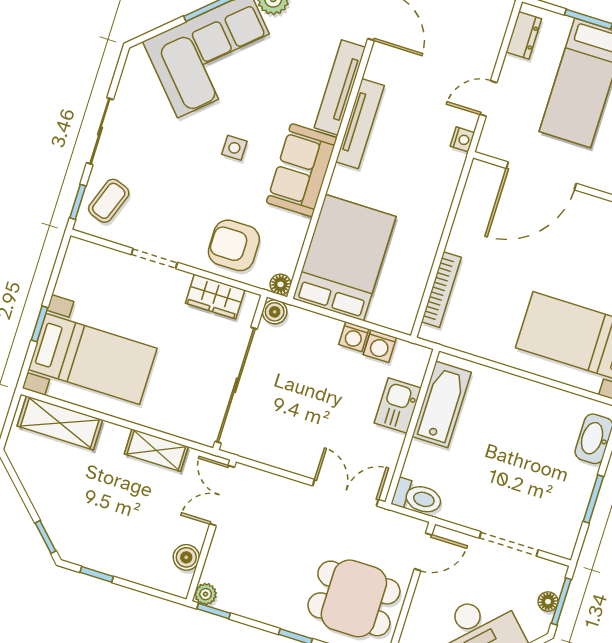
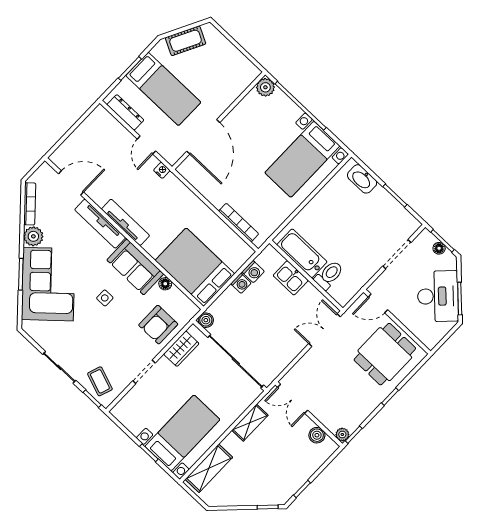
dresser: (524, 35) -> (125, 112), width x1.44
floor lamp: (280, 284) -> (165, 284), moved
toilet: (418, 497) -> (329, 275), moved
door: (423, 552) -> (378, 303), swing flipped

